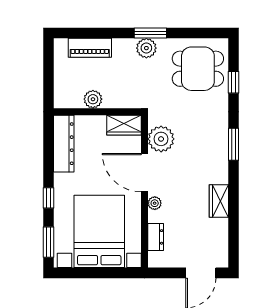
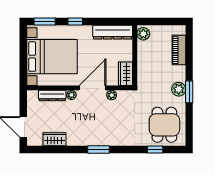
plant: (93, 99) -> (143, 34), moved
plant: (161, 139) -> (112, 95), width x0.53, depth x0.53
window: (234, 144) -> (98, 149), moved
wardrobe: (219, 201) -> (54, 139), moved
dresser: (156, 237) -> (52, 96), width x1.44

